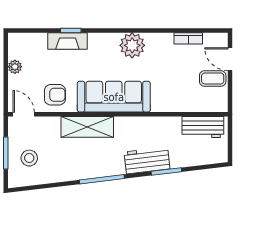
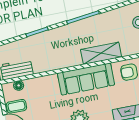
floor lamp: (204, 105) -> (19, 85), added
workbench: (147, 160) -> (53, 37), removed

